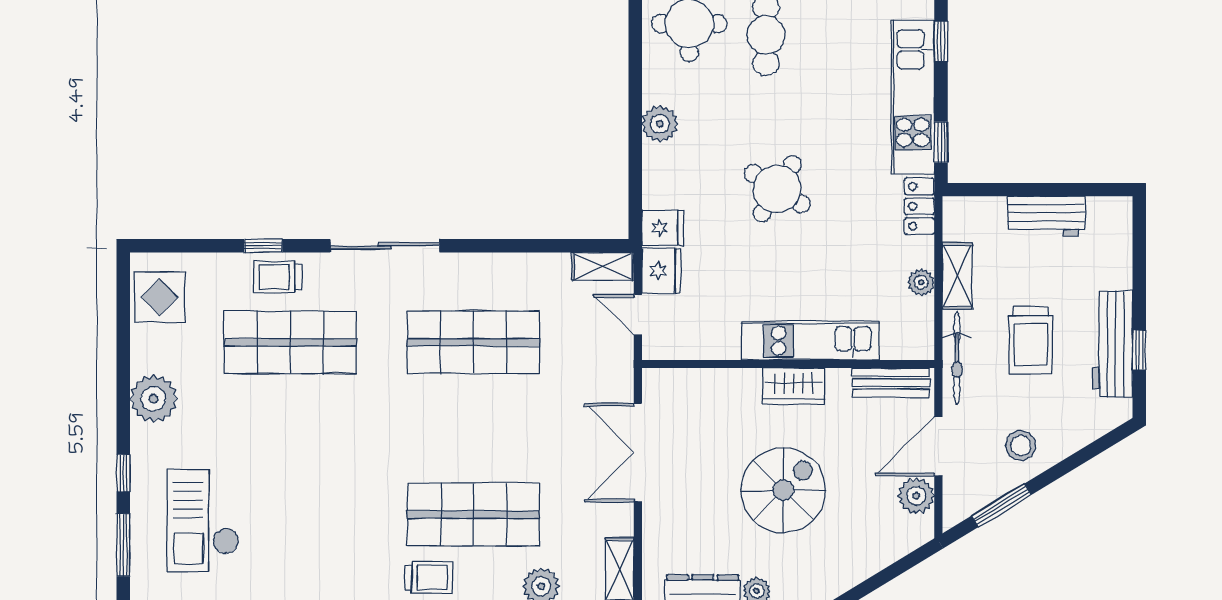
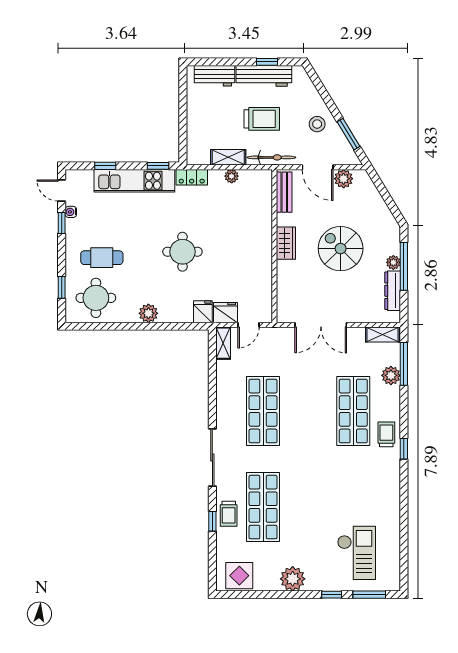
round table: (777, 189) -> (182, 252), turned -32
workbench: (1046, 216) -> (215, 76), moved, turned 90
kitchen unit: (810, 341) -> (262, 234), removed
checkout: (203, 521) -> (356, 553), turned -90

